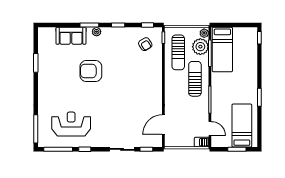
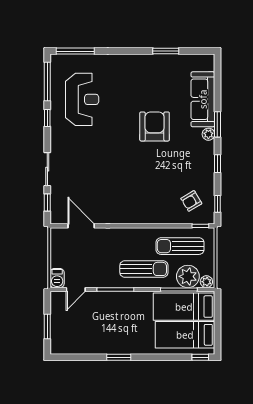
sofa: (71, 36) -> (203, 99), width x1.36
bed: (242, 126) -> (185, 335), moved, turned 180

